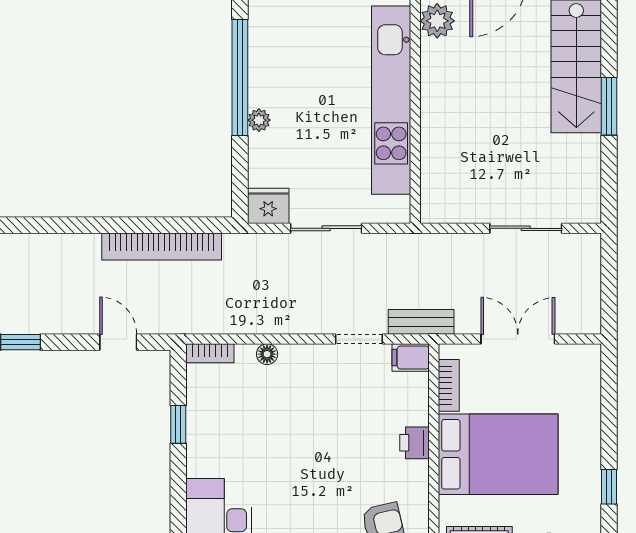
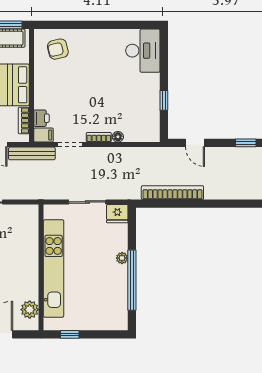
bench: (421, 322) -> (32, 153), width x1.36
bookcase: (210, 353) -> (99, 137), moved
printer: (414, 443) -> (41, 118), moved

